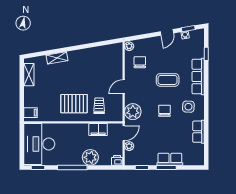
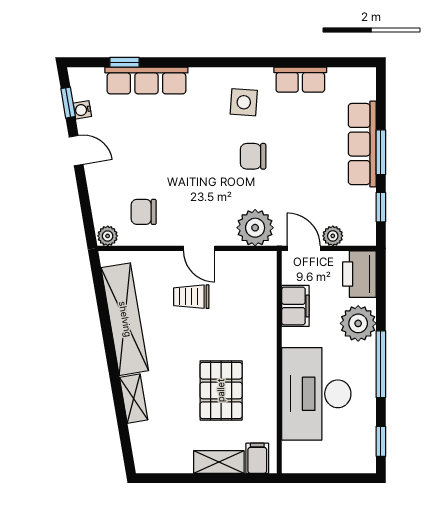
shelving: (92, 54) -> (125, 319), added
shelving: (29, 75) -> (219, 462), moved
row of seats: (198, 77) -> (146, 80), moved
coffee table: (168, 80) -> (183, 149), removed
pallet: (74, 104) -> (221, 390), moved
trolley: (99, 106) -> (191, 297), moved
desk: (39, 144) -> (316, 394), moved, turned 90
row of seats: (170, 159) -> (362, 144), width x1.48
printer: (117, 160) -> (359, 274), width x1.87, depth x1.48

